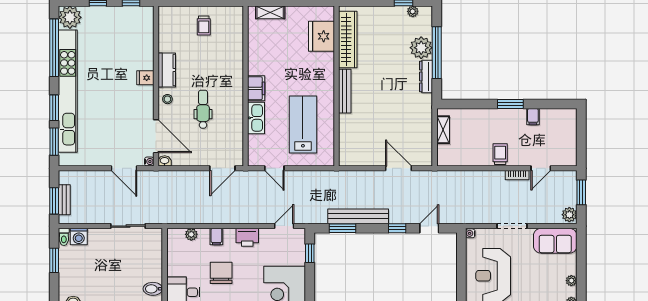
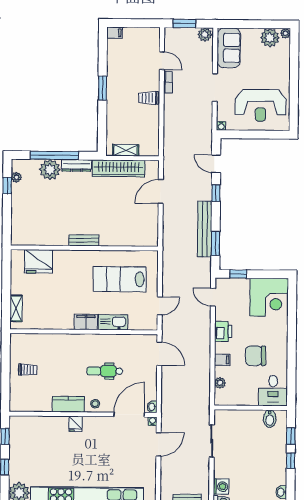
wardrobe: (348, 40) -> (119, 168), moved, turned 180
bench: (345, 91) -> (84, 240), width x0.73
filing cabinet: (533, 117) -> (114, 33), moved
plant: (571, 281) -> (270, 38), width x1.87, depth x1.87

